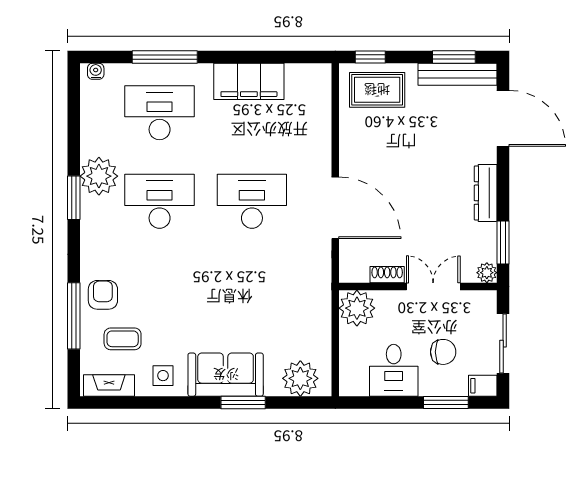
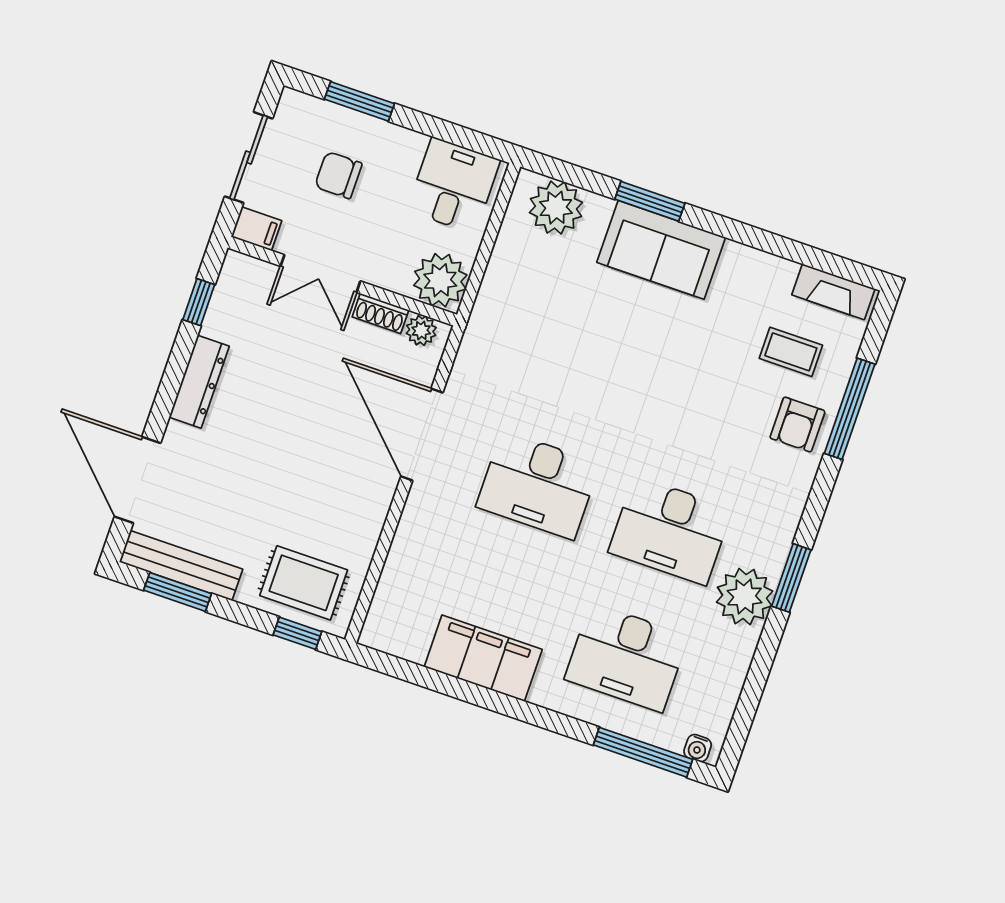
window: (165, 57) -> (643, 752), moved
window: (503, 243) -> (199, 302), width x0.67
plant: (487, 273) -> (421, 330), moved
desk: (394, 370) -> (454, 185), moved
side table: (163, 376) -> (751, 279), removed
filing cabinet: (483, 386) -> (256, 229), moved

